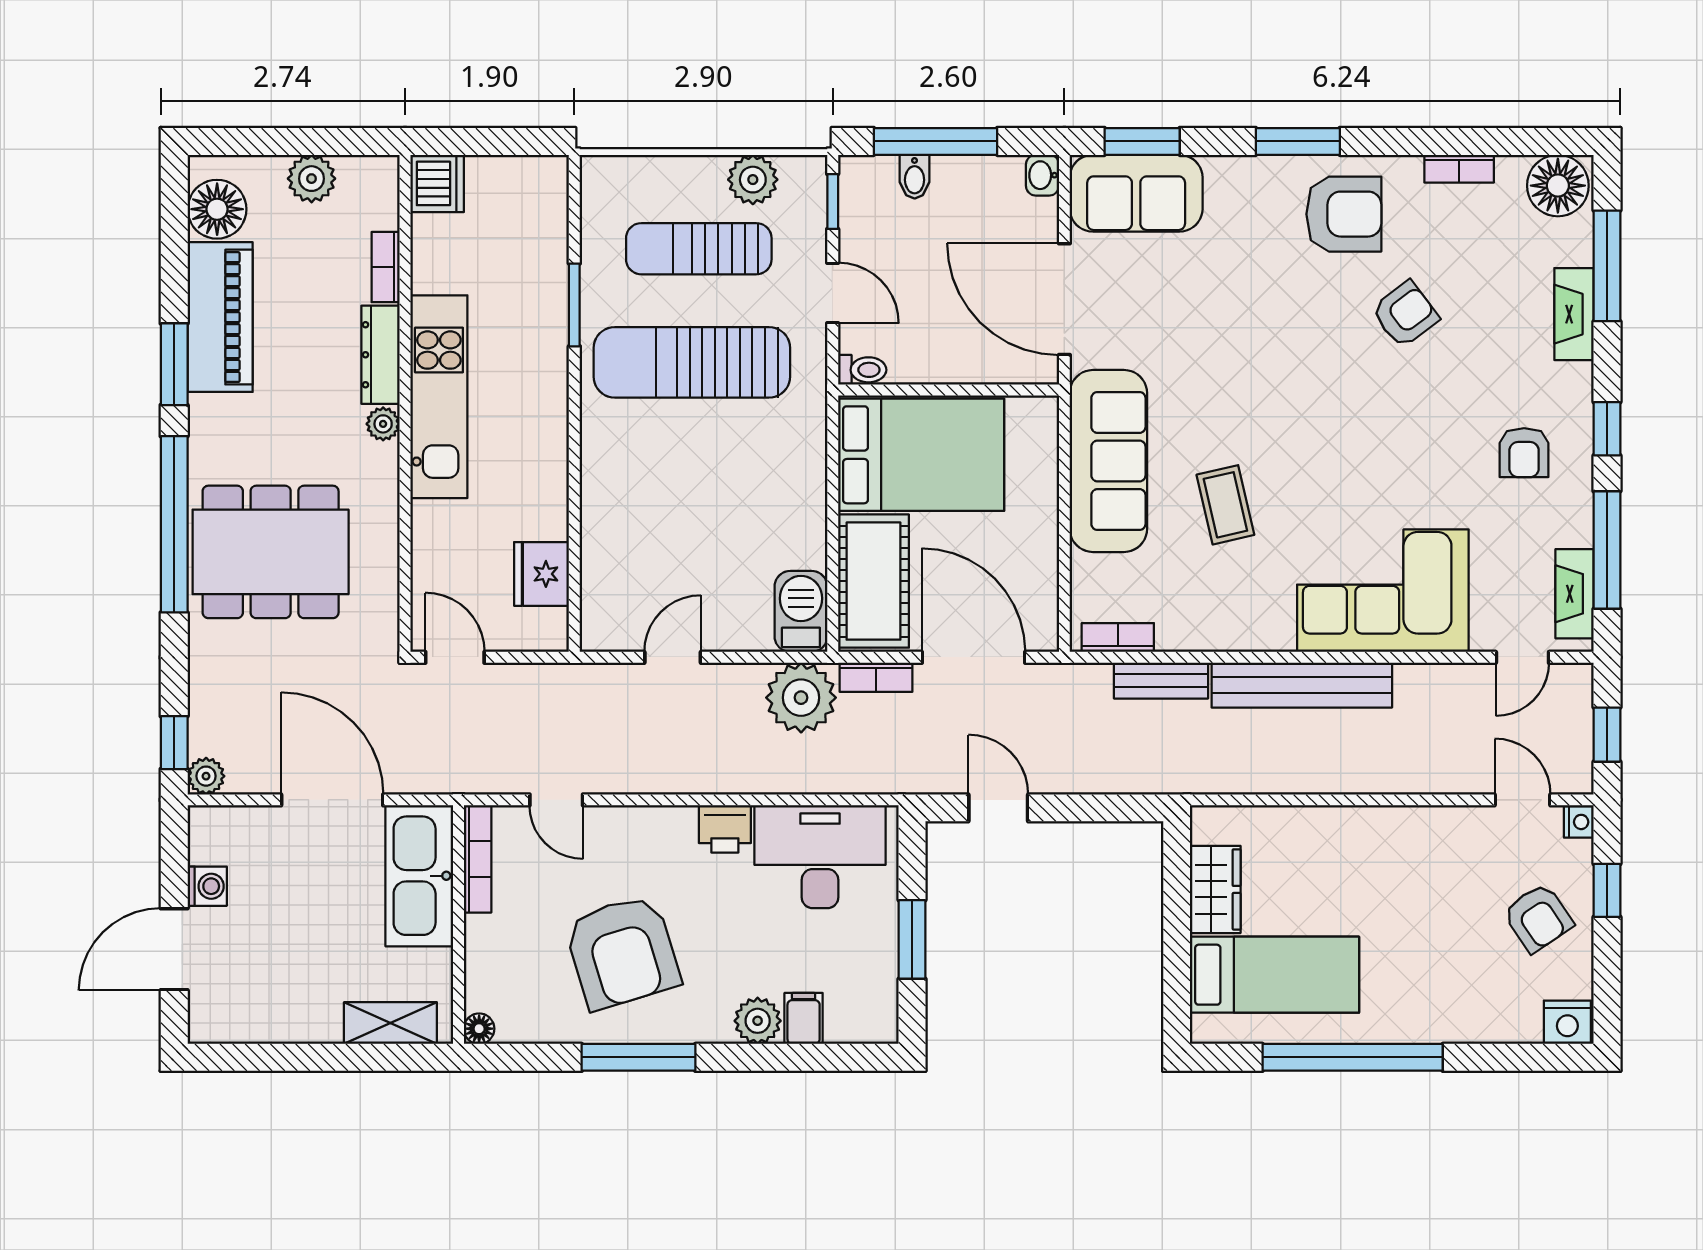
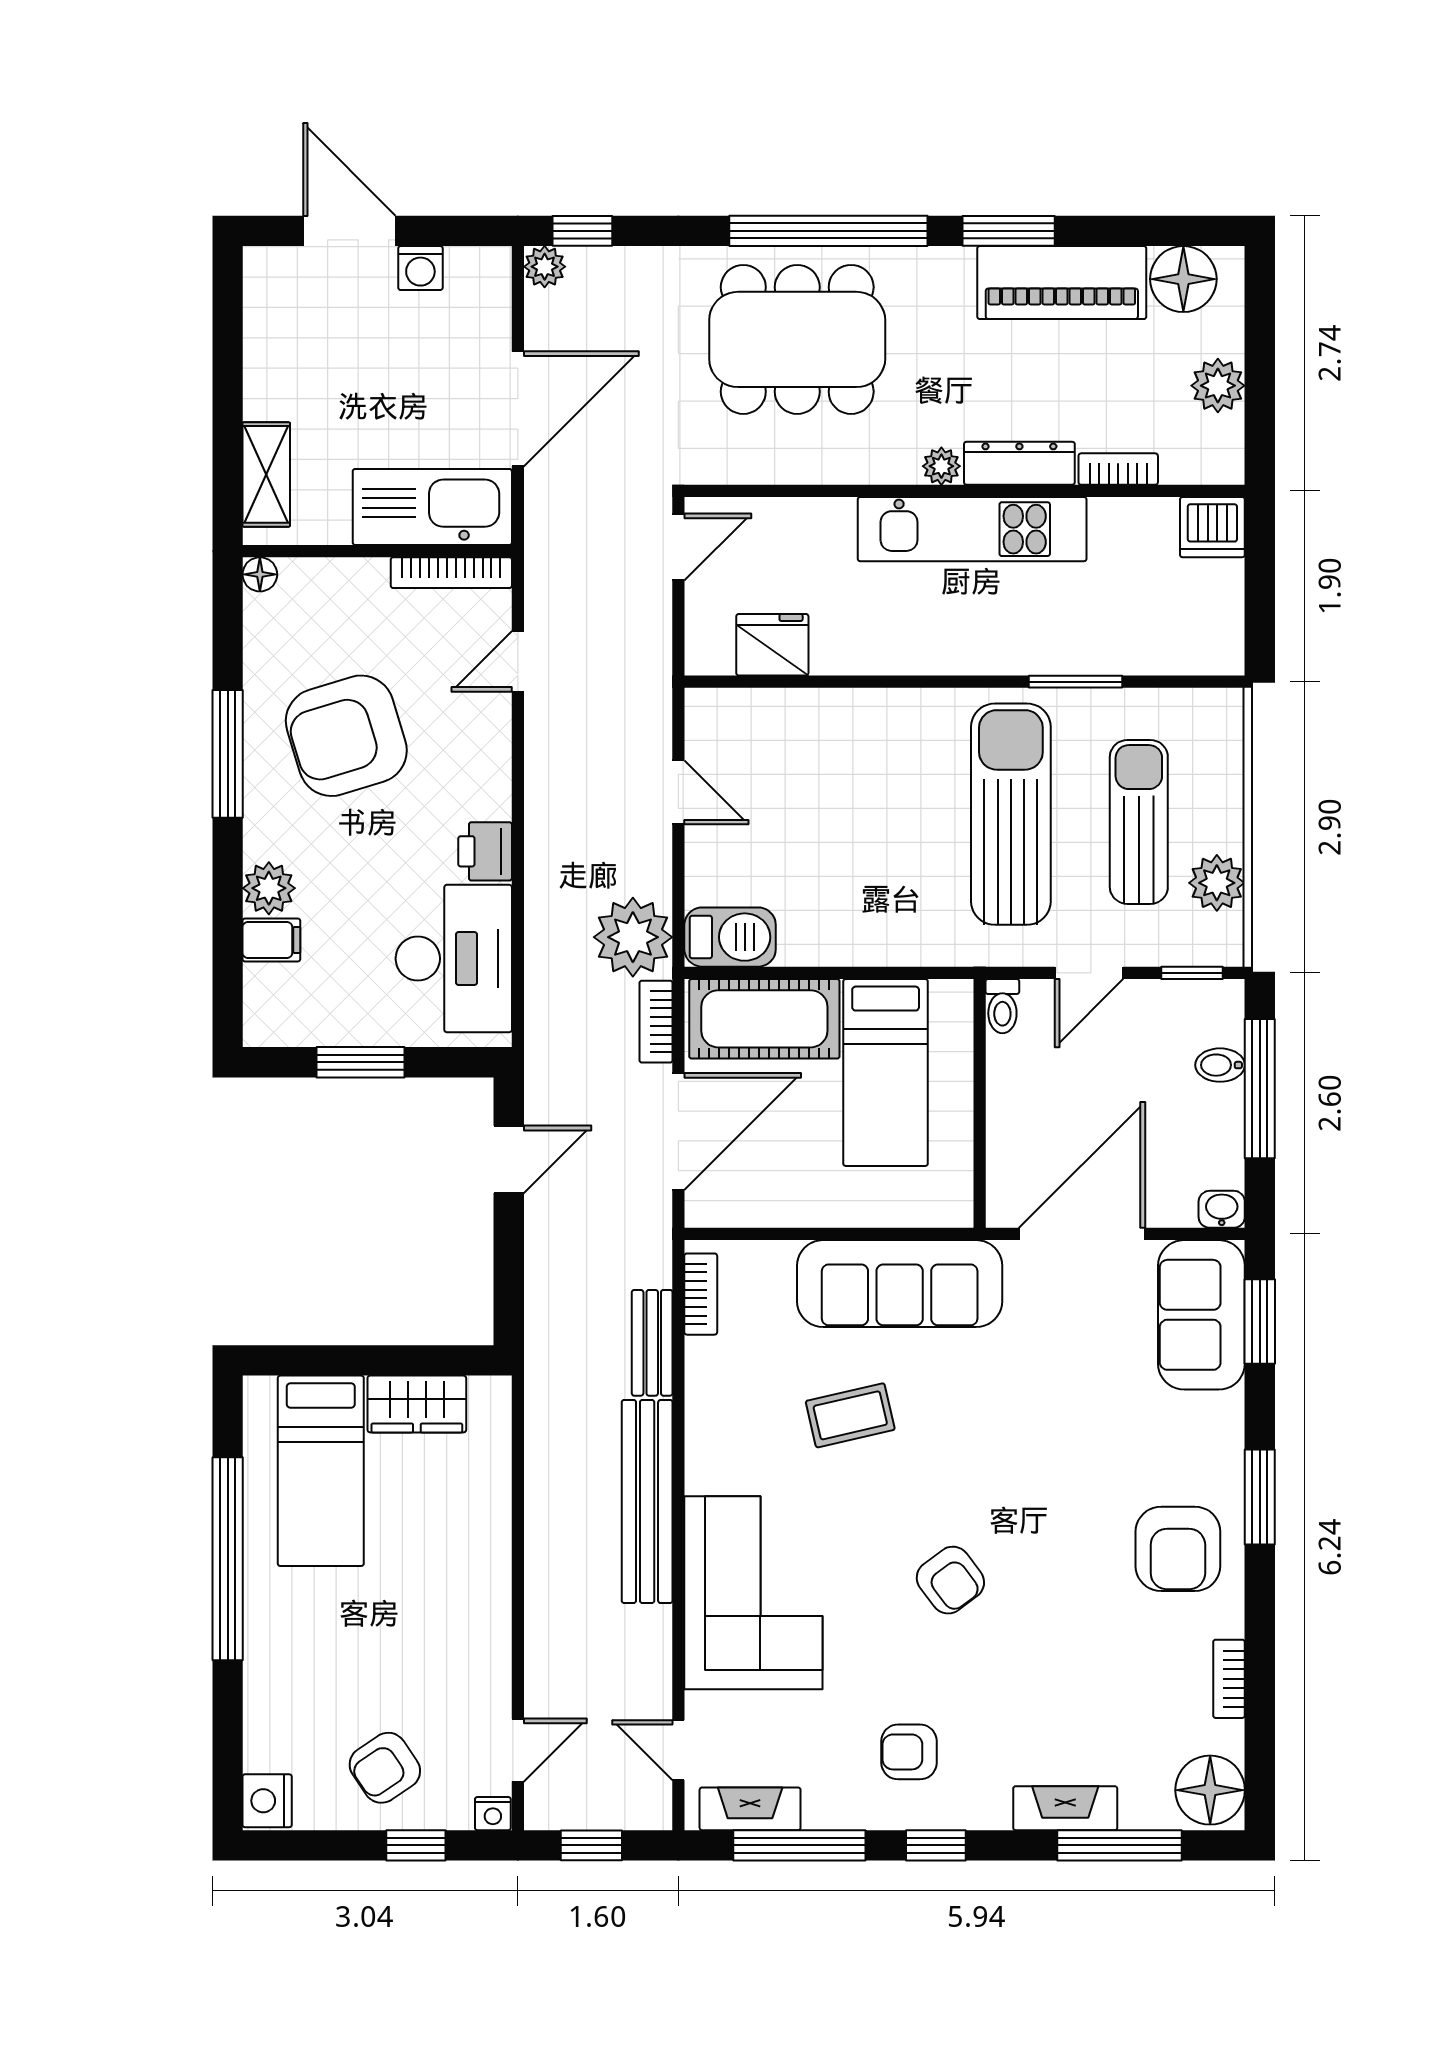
armchair: (1405, 314) -> (950, 1580), moved
bed: (921, 455) -> (886, 1072), width x0.67
dining table: (271, 552) -> (797, 339), turned 90

